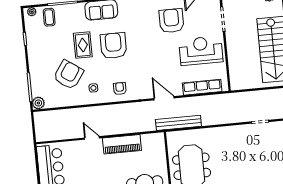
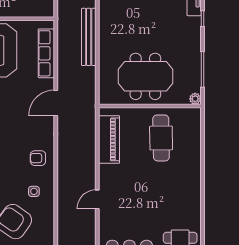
bench: (178, 123) -> (89, 37), moved
piano: (122, 144) -> (109, 139), moved

